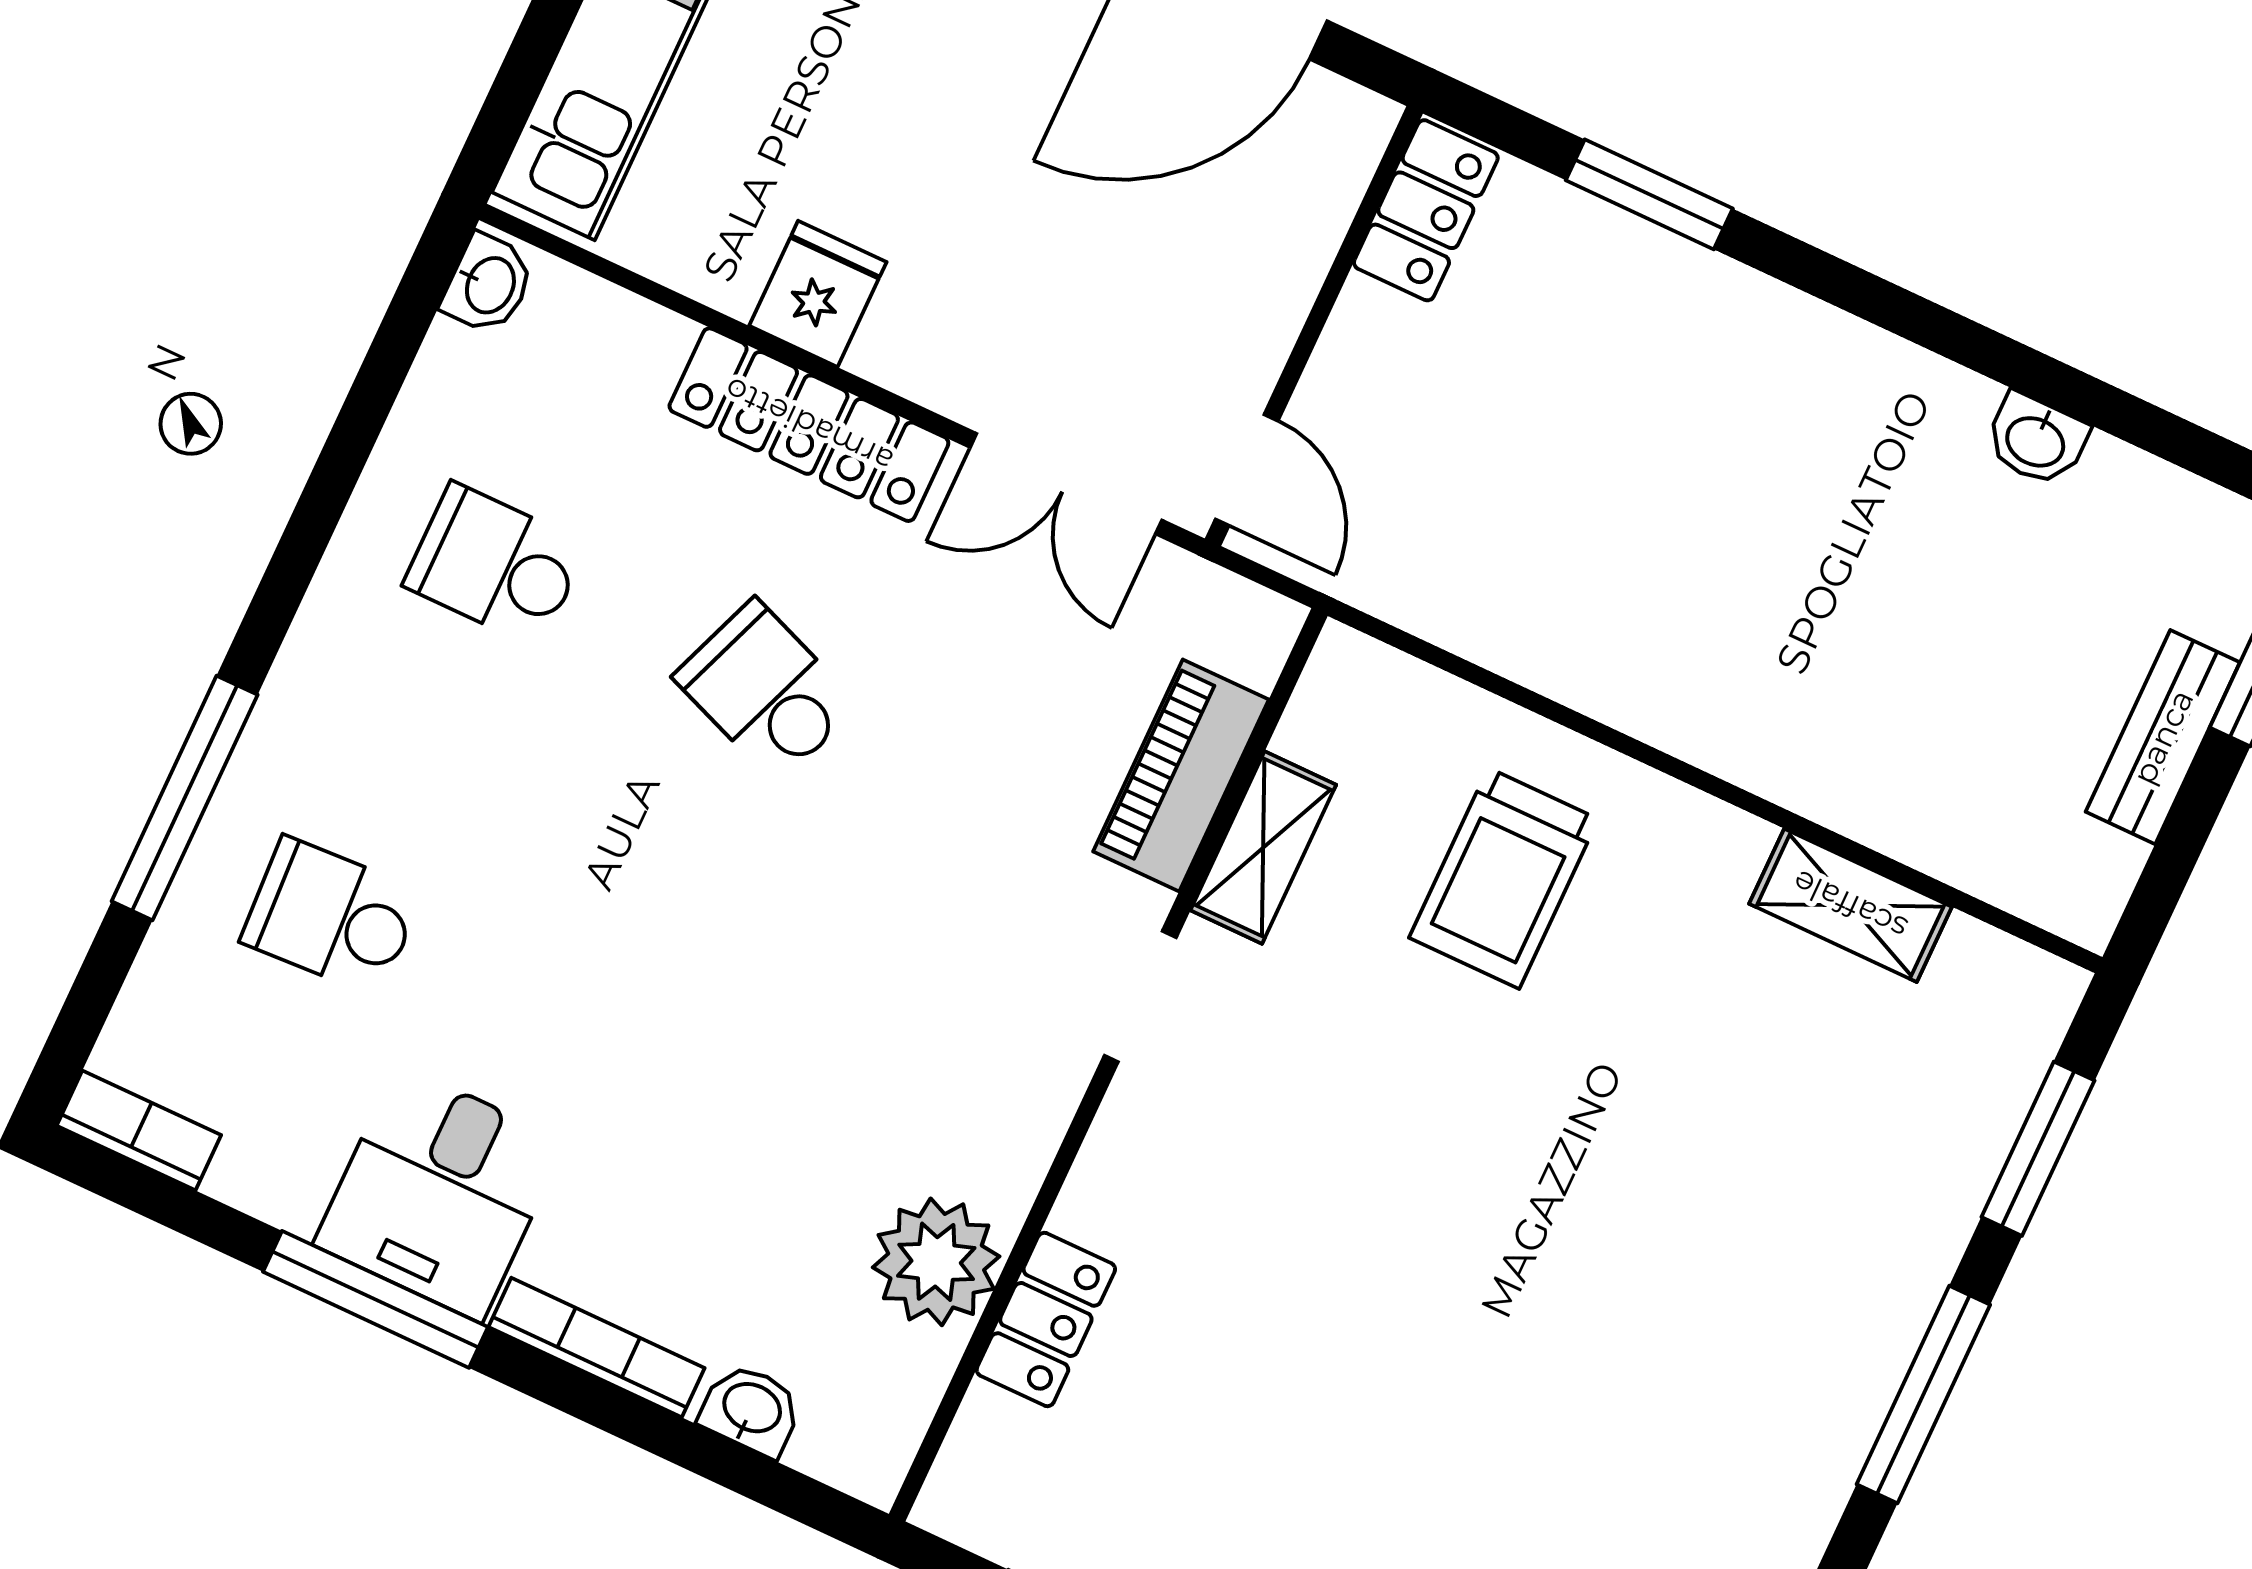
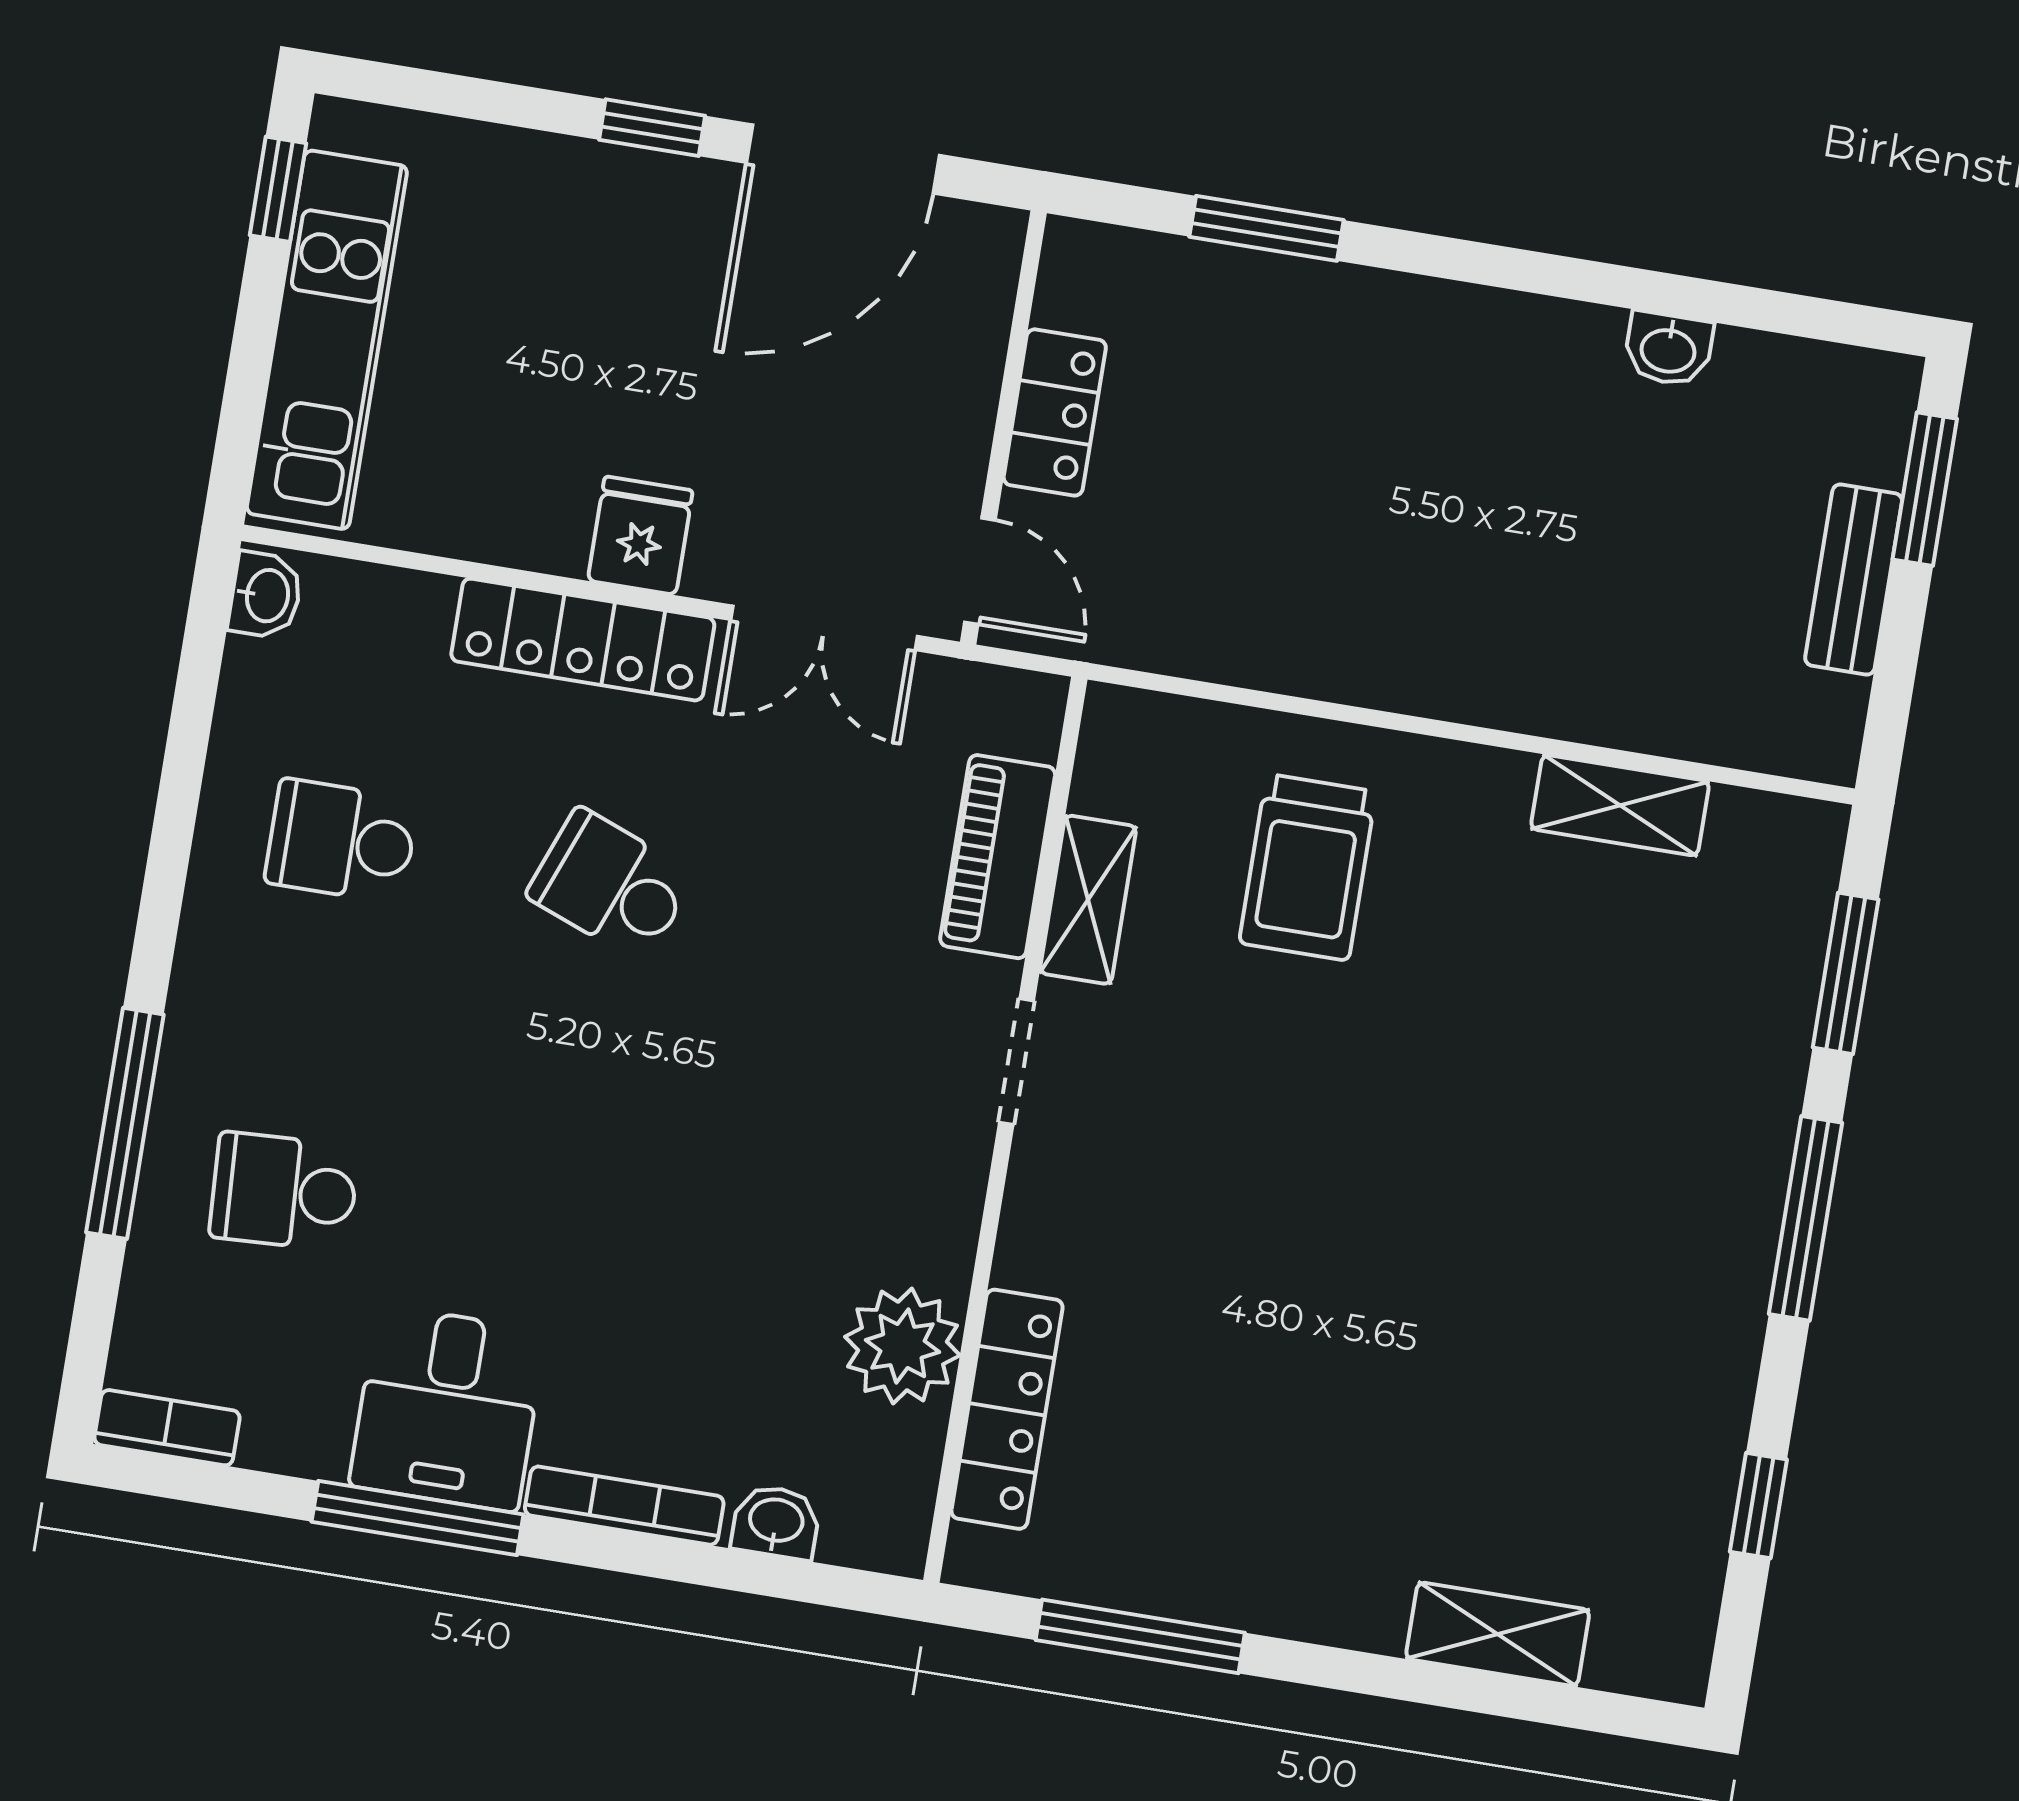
locker: (1426, 210) -> (1055, 412), moved
fridge: (818, 294) -> (640, 536), moved
locker: (1046, 1319) -> (1007, 1409), width x1.53

